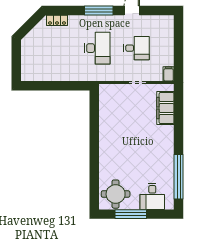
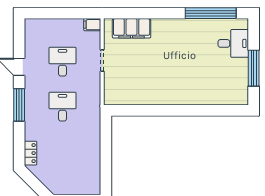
desk: (97, 48) -> (63, 107), width x0.73
round table: (116, 194) -> (231, 86), removed

